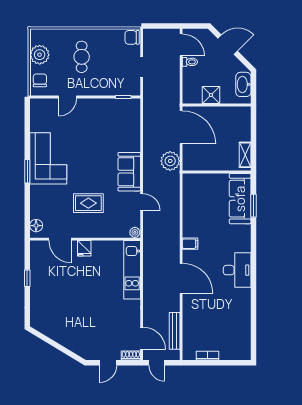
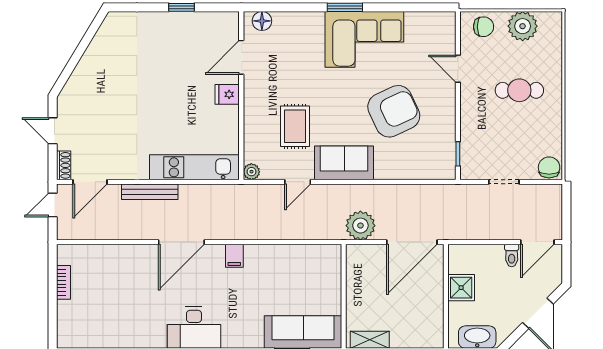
armchair: (95, 139) -> (394, 111), added
rug: (88, 203) -> (295, 126), moved
bench: (175, 331) -> (150, 192), moved

